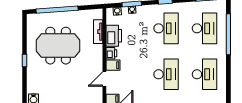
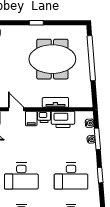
tv unit: (98, 32) -> (55, 102), moved
meeting table: (58, 46) -> (52, 59), turned 90

